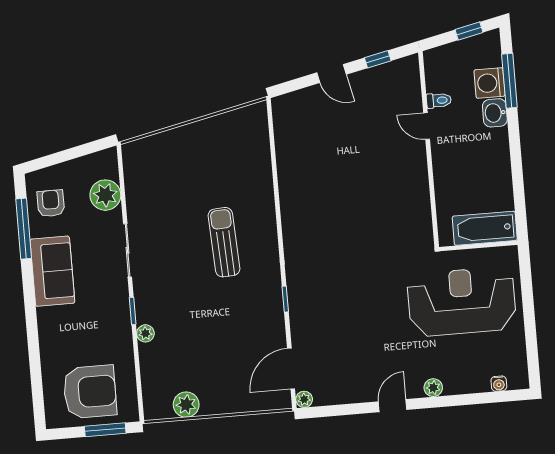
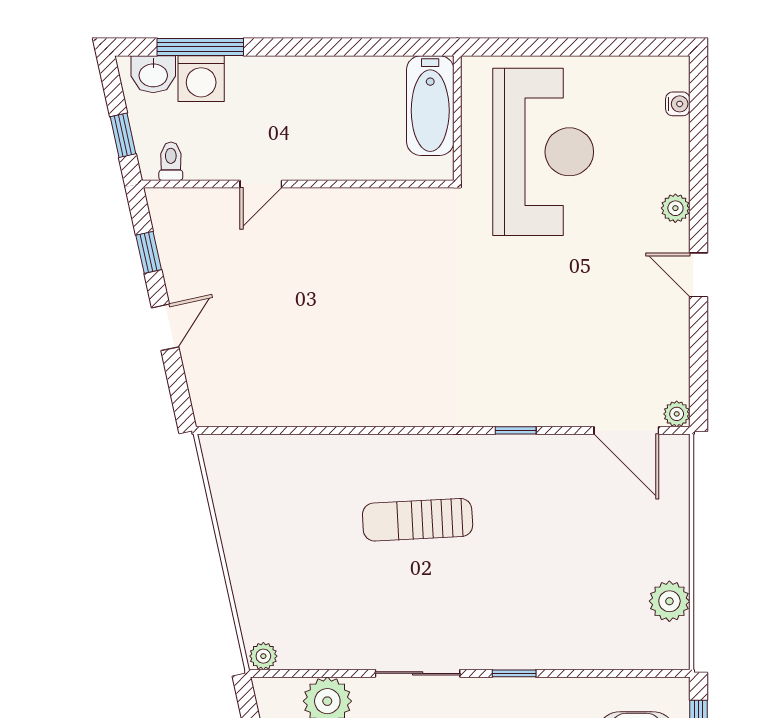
window: (469, 31) -> (123, 135), moved
toilet: (439, 100) -> (171, 161), moved
washbasin: (495, 113) -> (153, 74), moved
reception desk: (462, 302) -> (543, 152), turned 180
plant: (145, 333) -> (263, 656), moved

